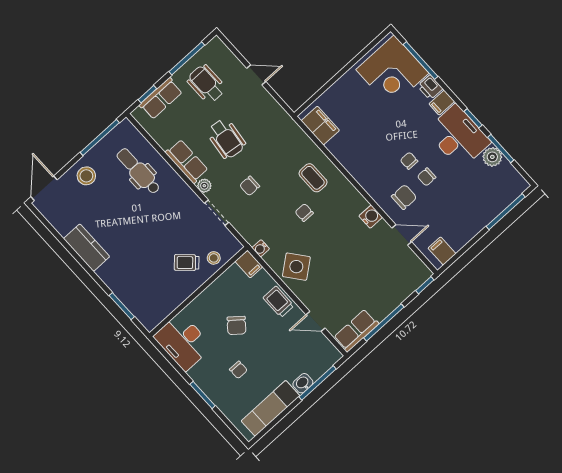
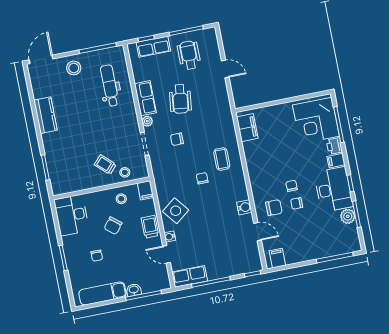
water cooler: (261, 248) -> (170, 237), moved
stool: (228, 290) -> (121, 199), added

